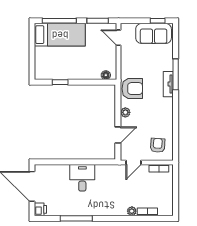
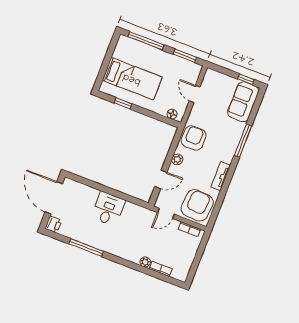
sofa: (154, 33) -> (243, 102), moved, turned 90
bed: (60, 35) -> (132, 79), moved
door: (119, 38) -> (195, 94), moved
tv unit: (168, 84) -> (221, 176), moved
armchair: (132, 89) -> (194, 138), turned -90
armchair: (158, 145) -> (197, 205), width x1.88, depth x1.88

